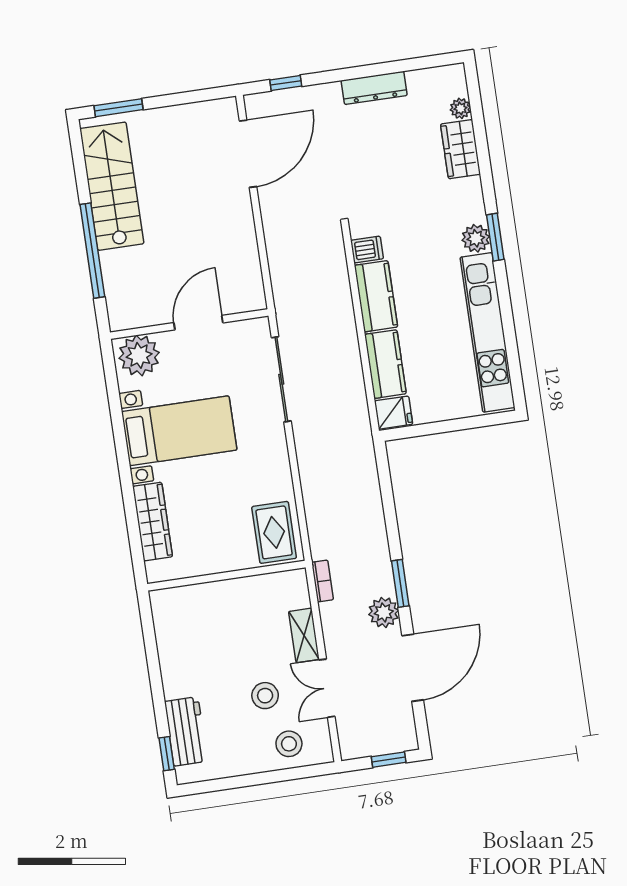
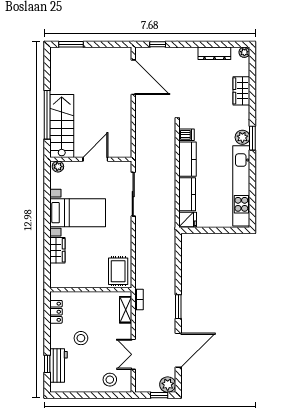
dresser: (374, 88) -> (214, 53), moved
plant: (460, 108) -> (244, 52), moved
door: (248, 154) -> (133, 77), hinge flipped
stairs: (112, 186) -> (62, 126), moved
plant: (139, 355) -> (58, 167), width x0.53, depth x0.53
wardrobe: (153, 522) -> (57, 250), width x0.67
plant: (384, 612) -> (168, 385), moved
locker: (166, 628) -> (56, 312), added
shelving: (304, 635) -> (126, 310), moved
stool: (265, 696) -> (81, 338), moved
window: (167, 754) -> (47, 364), moved

